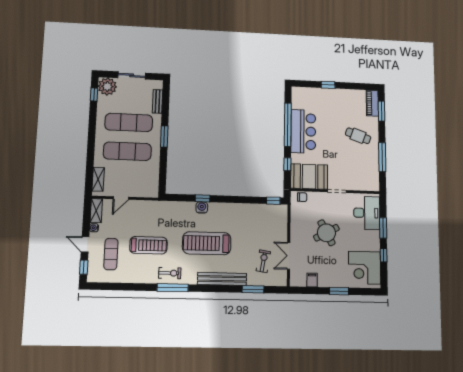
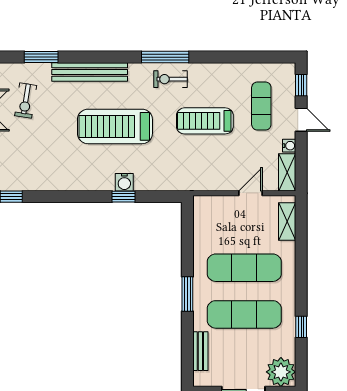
window: (94, 94) -> (301, 327), moved
treadmill: (207, 243) -> (115, 126), turned 180

